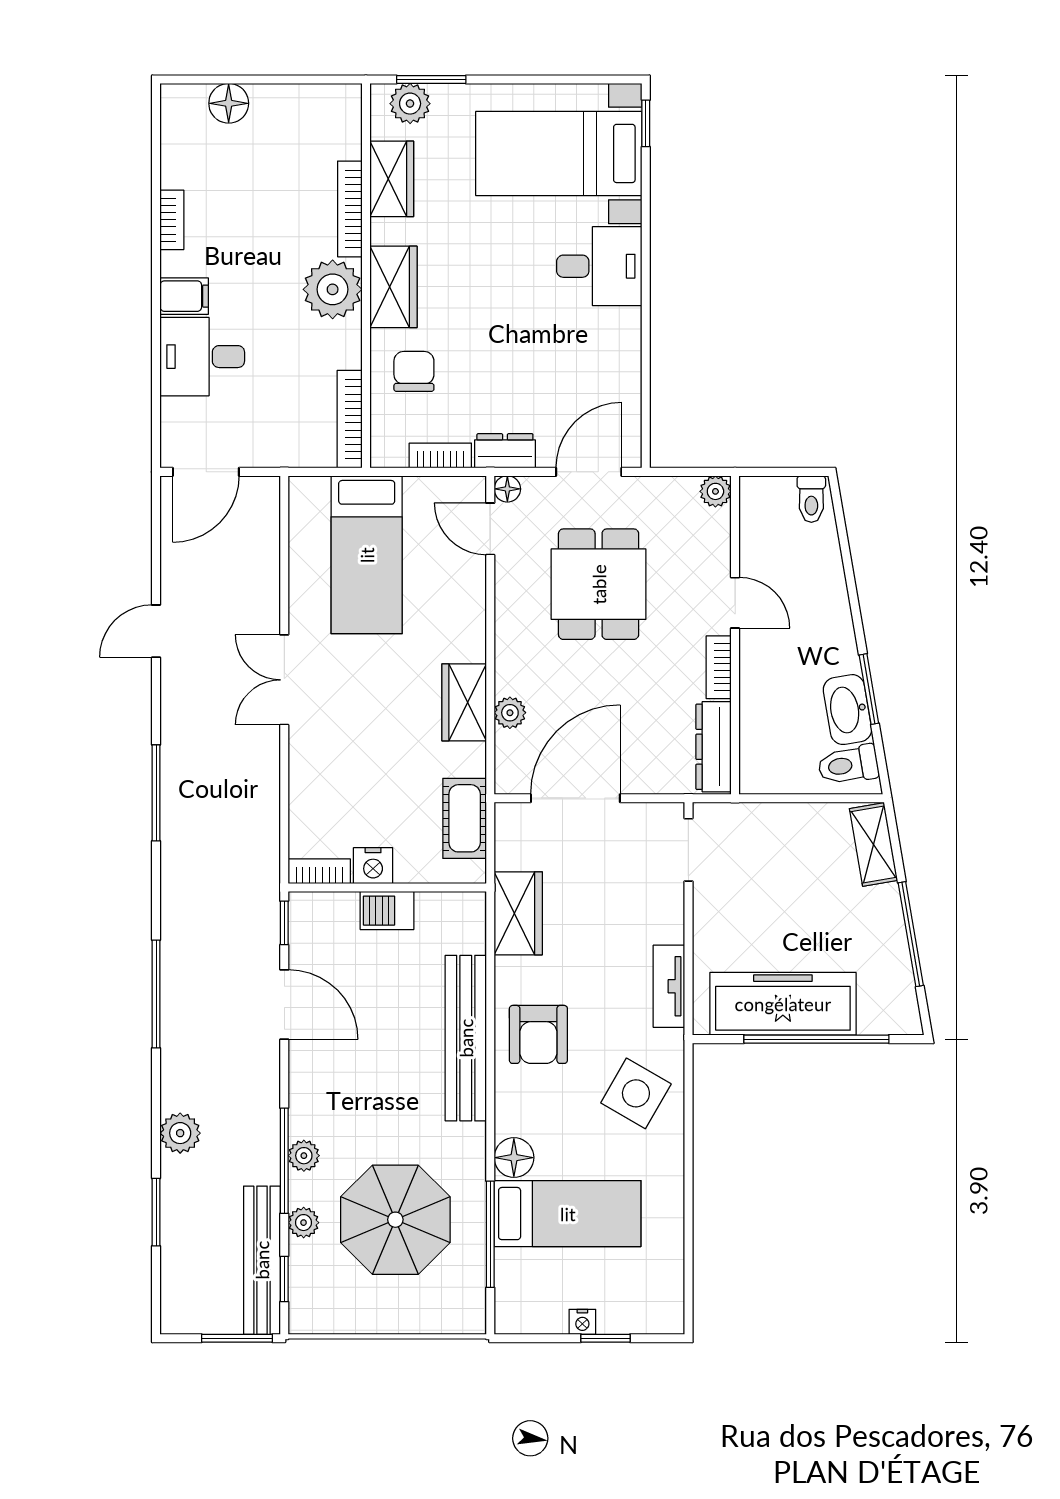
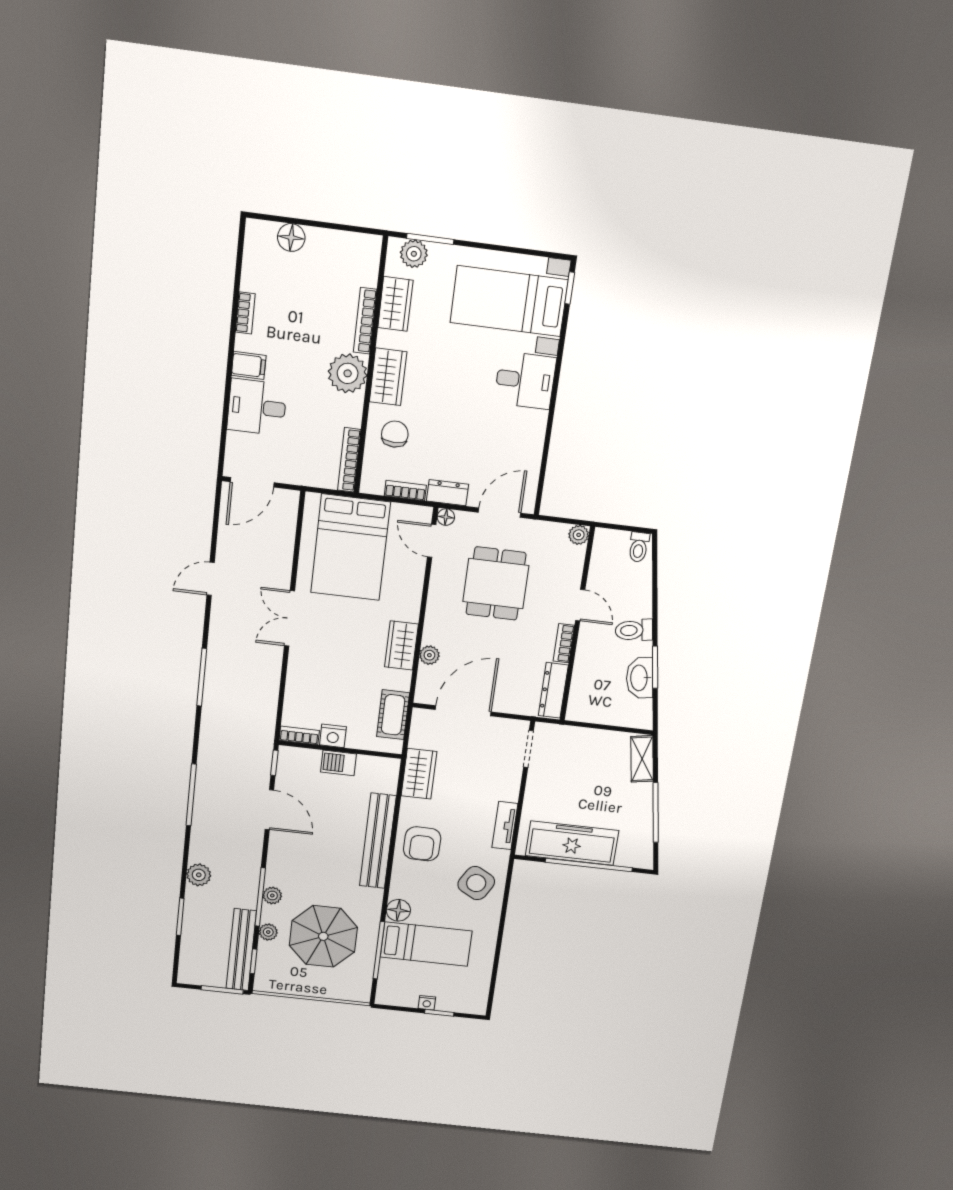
bed: (367, 555) -> (351, 547), width x1.50
toilet: (848, 765) -> (634, 630), moved

